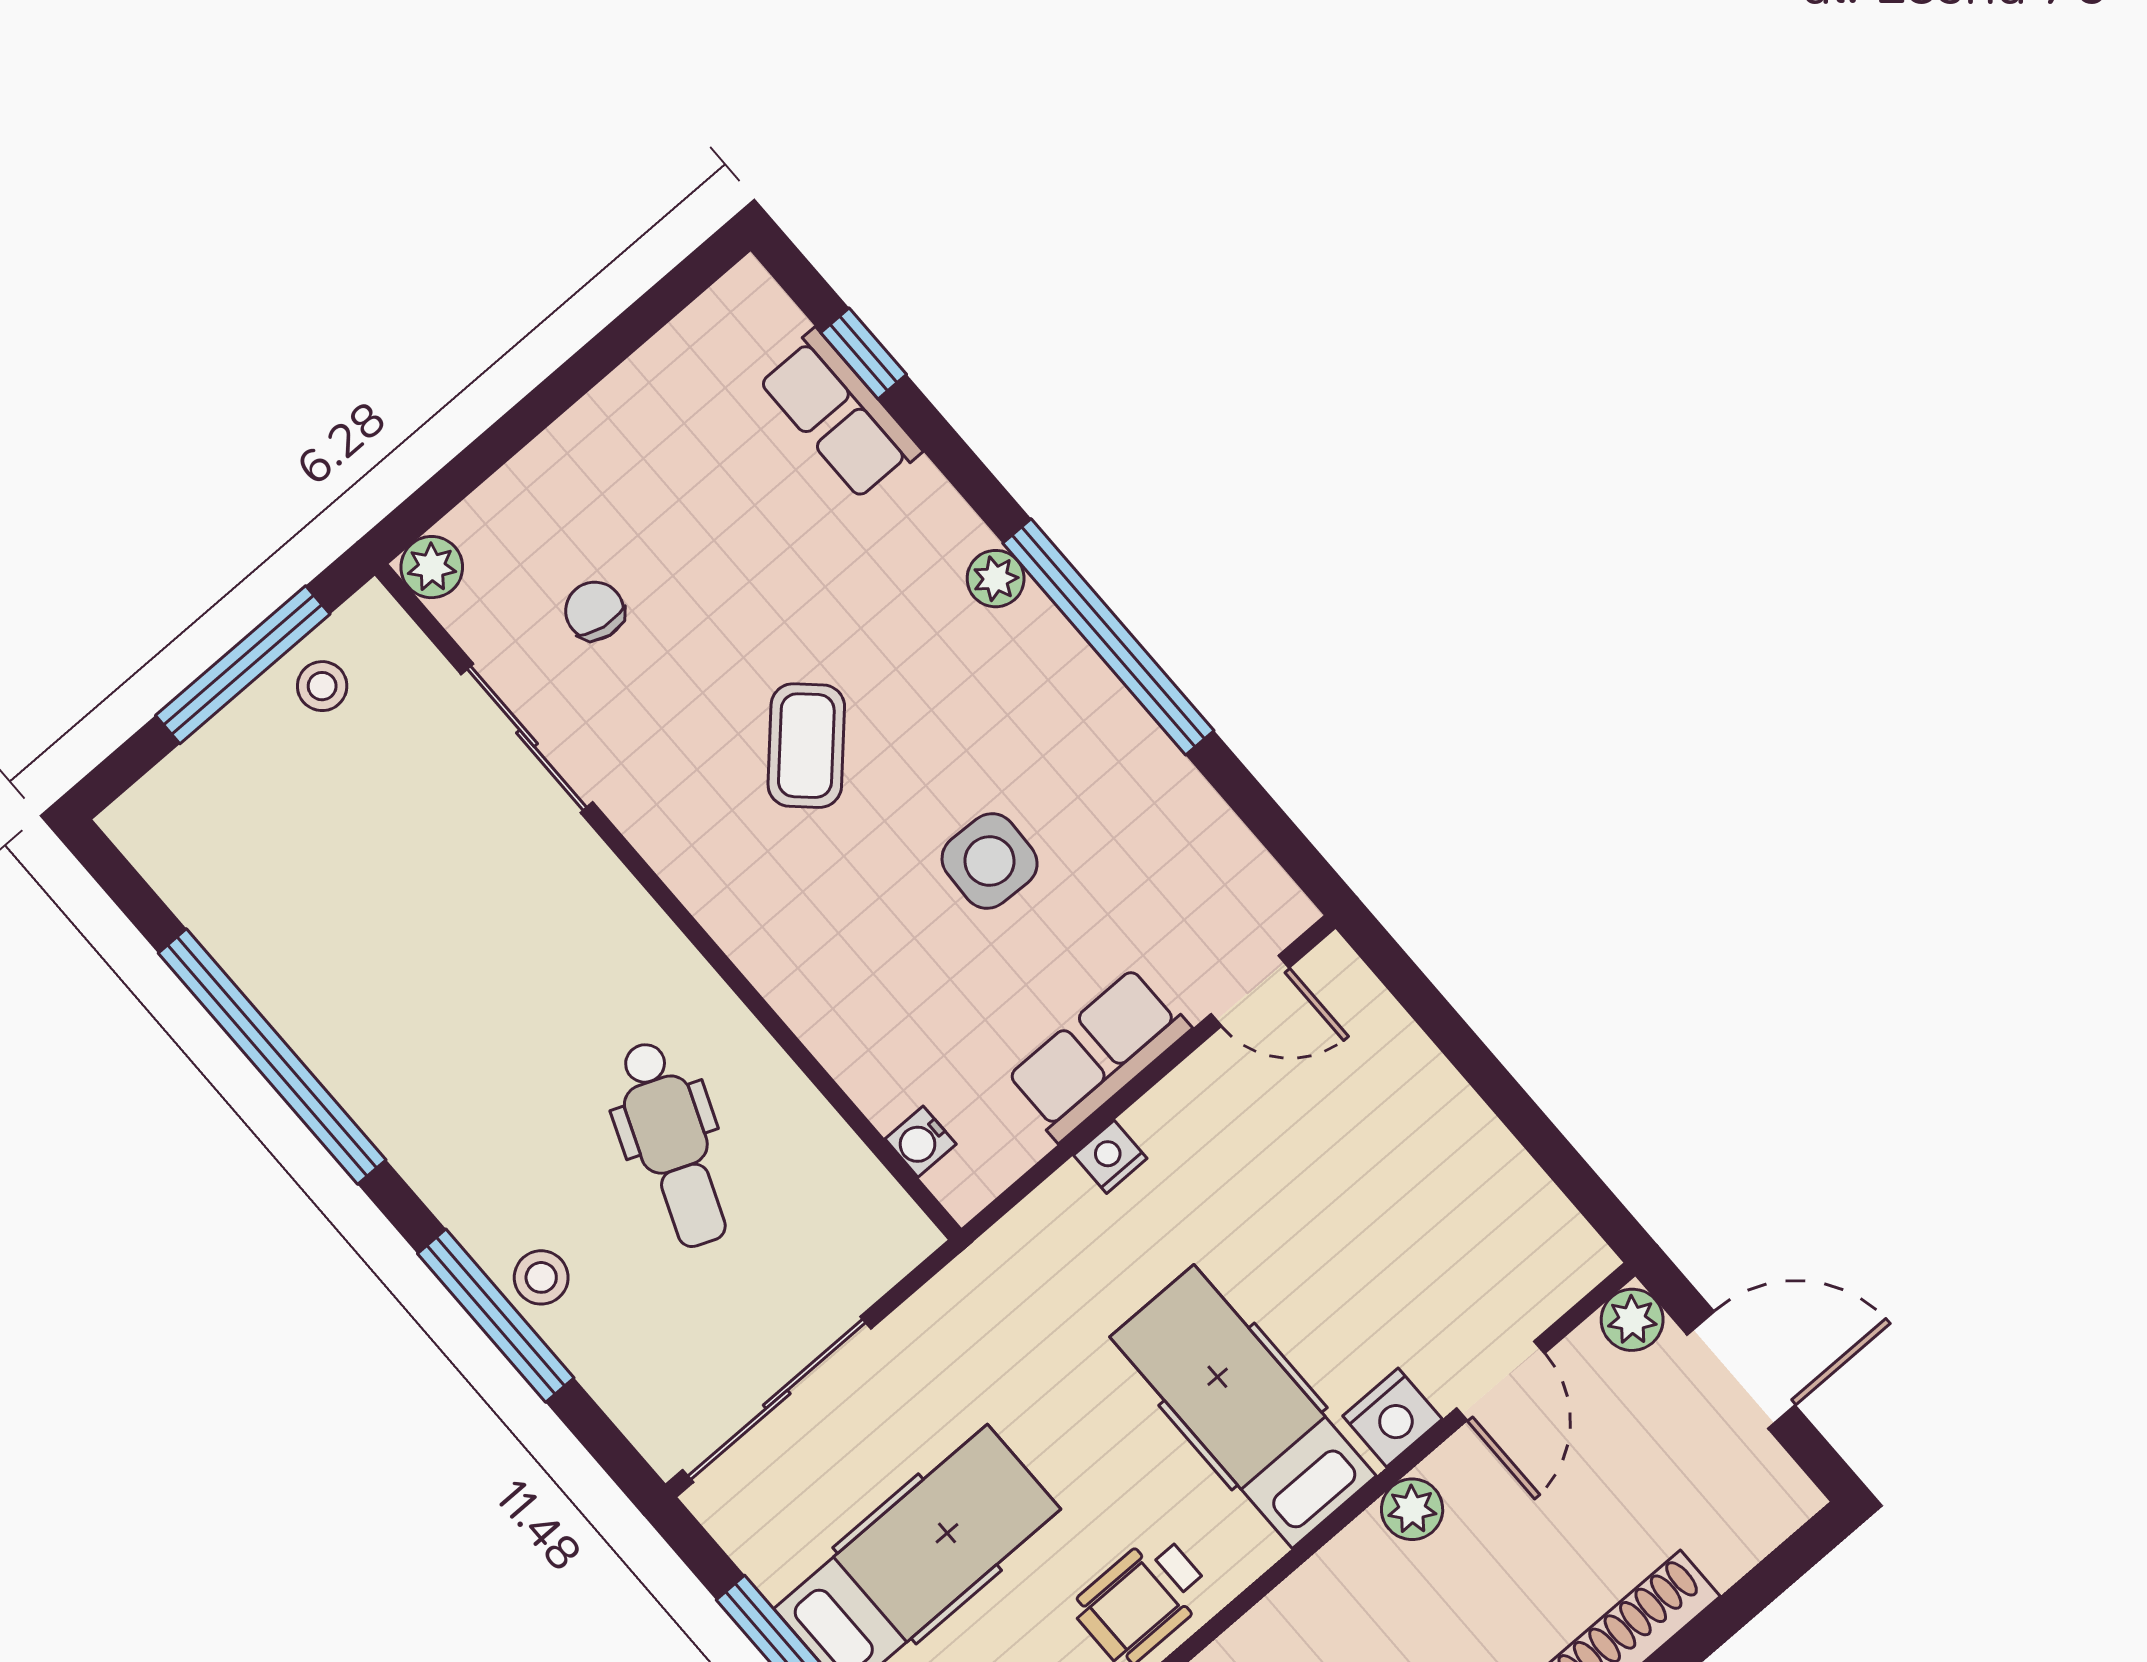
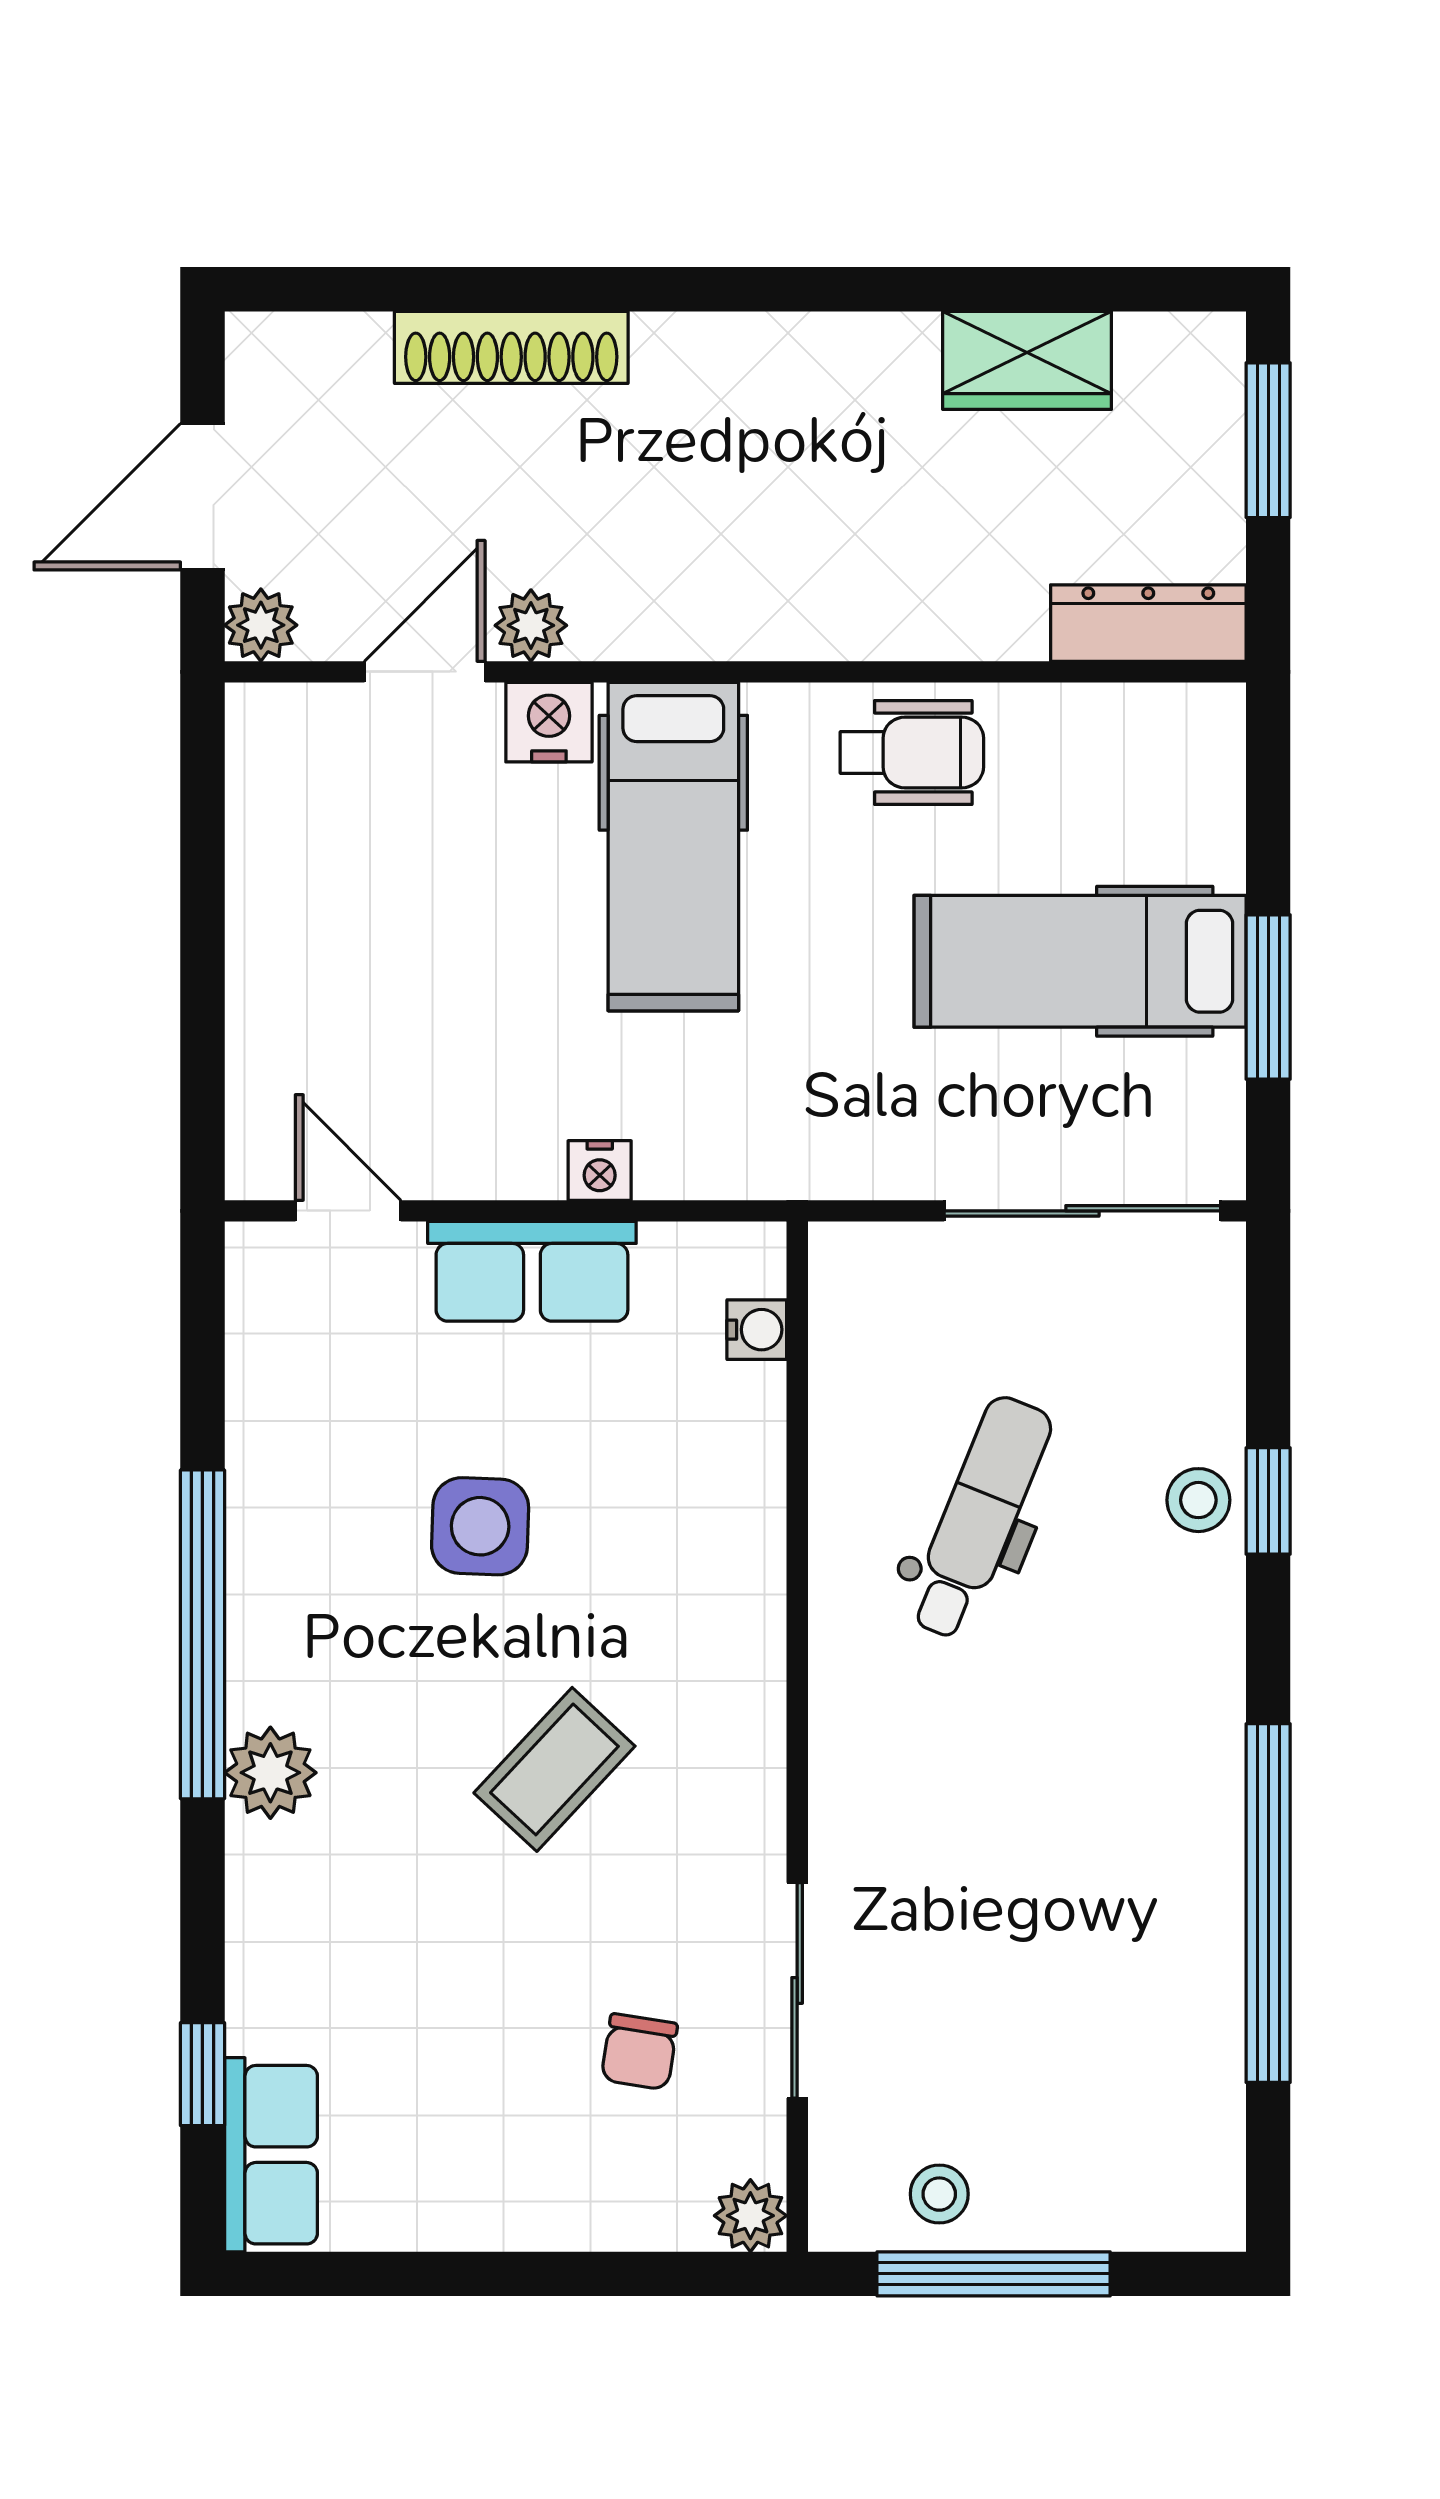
row of seats: (839, 415) -> (271, 2155), moved
plant: (996, 579) -> (270, 1773), width x1.38, depth x1.38
window: (496, 1316) -> (1268, 1501), width x0.46
door: (1741, 1370) -> (202, 497), hinge flipped
plant: (1412, 1509) -> (531, 625), moved

